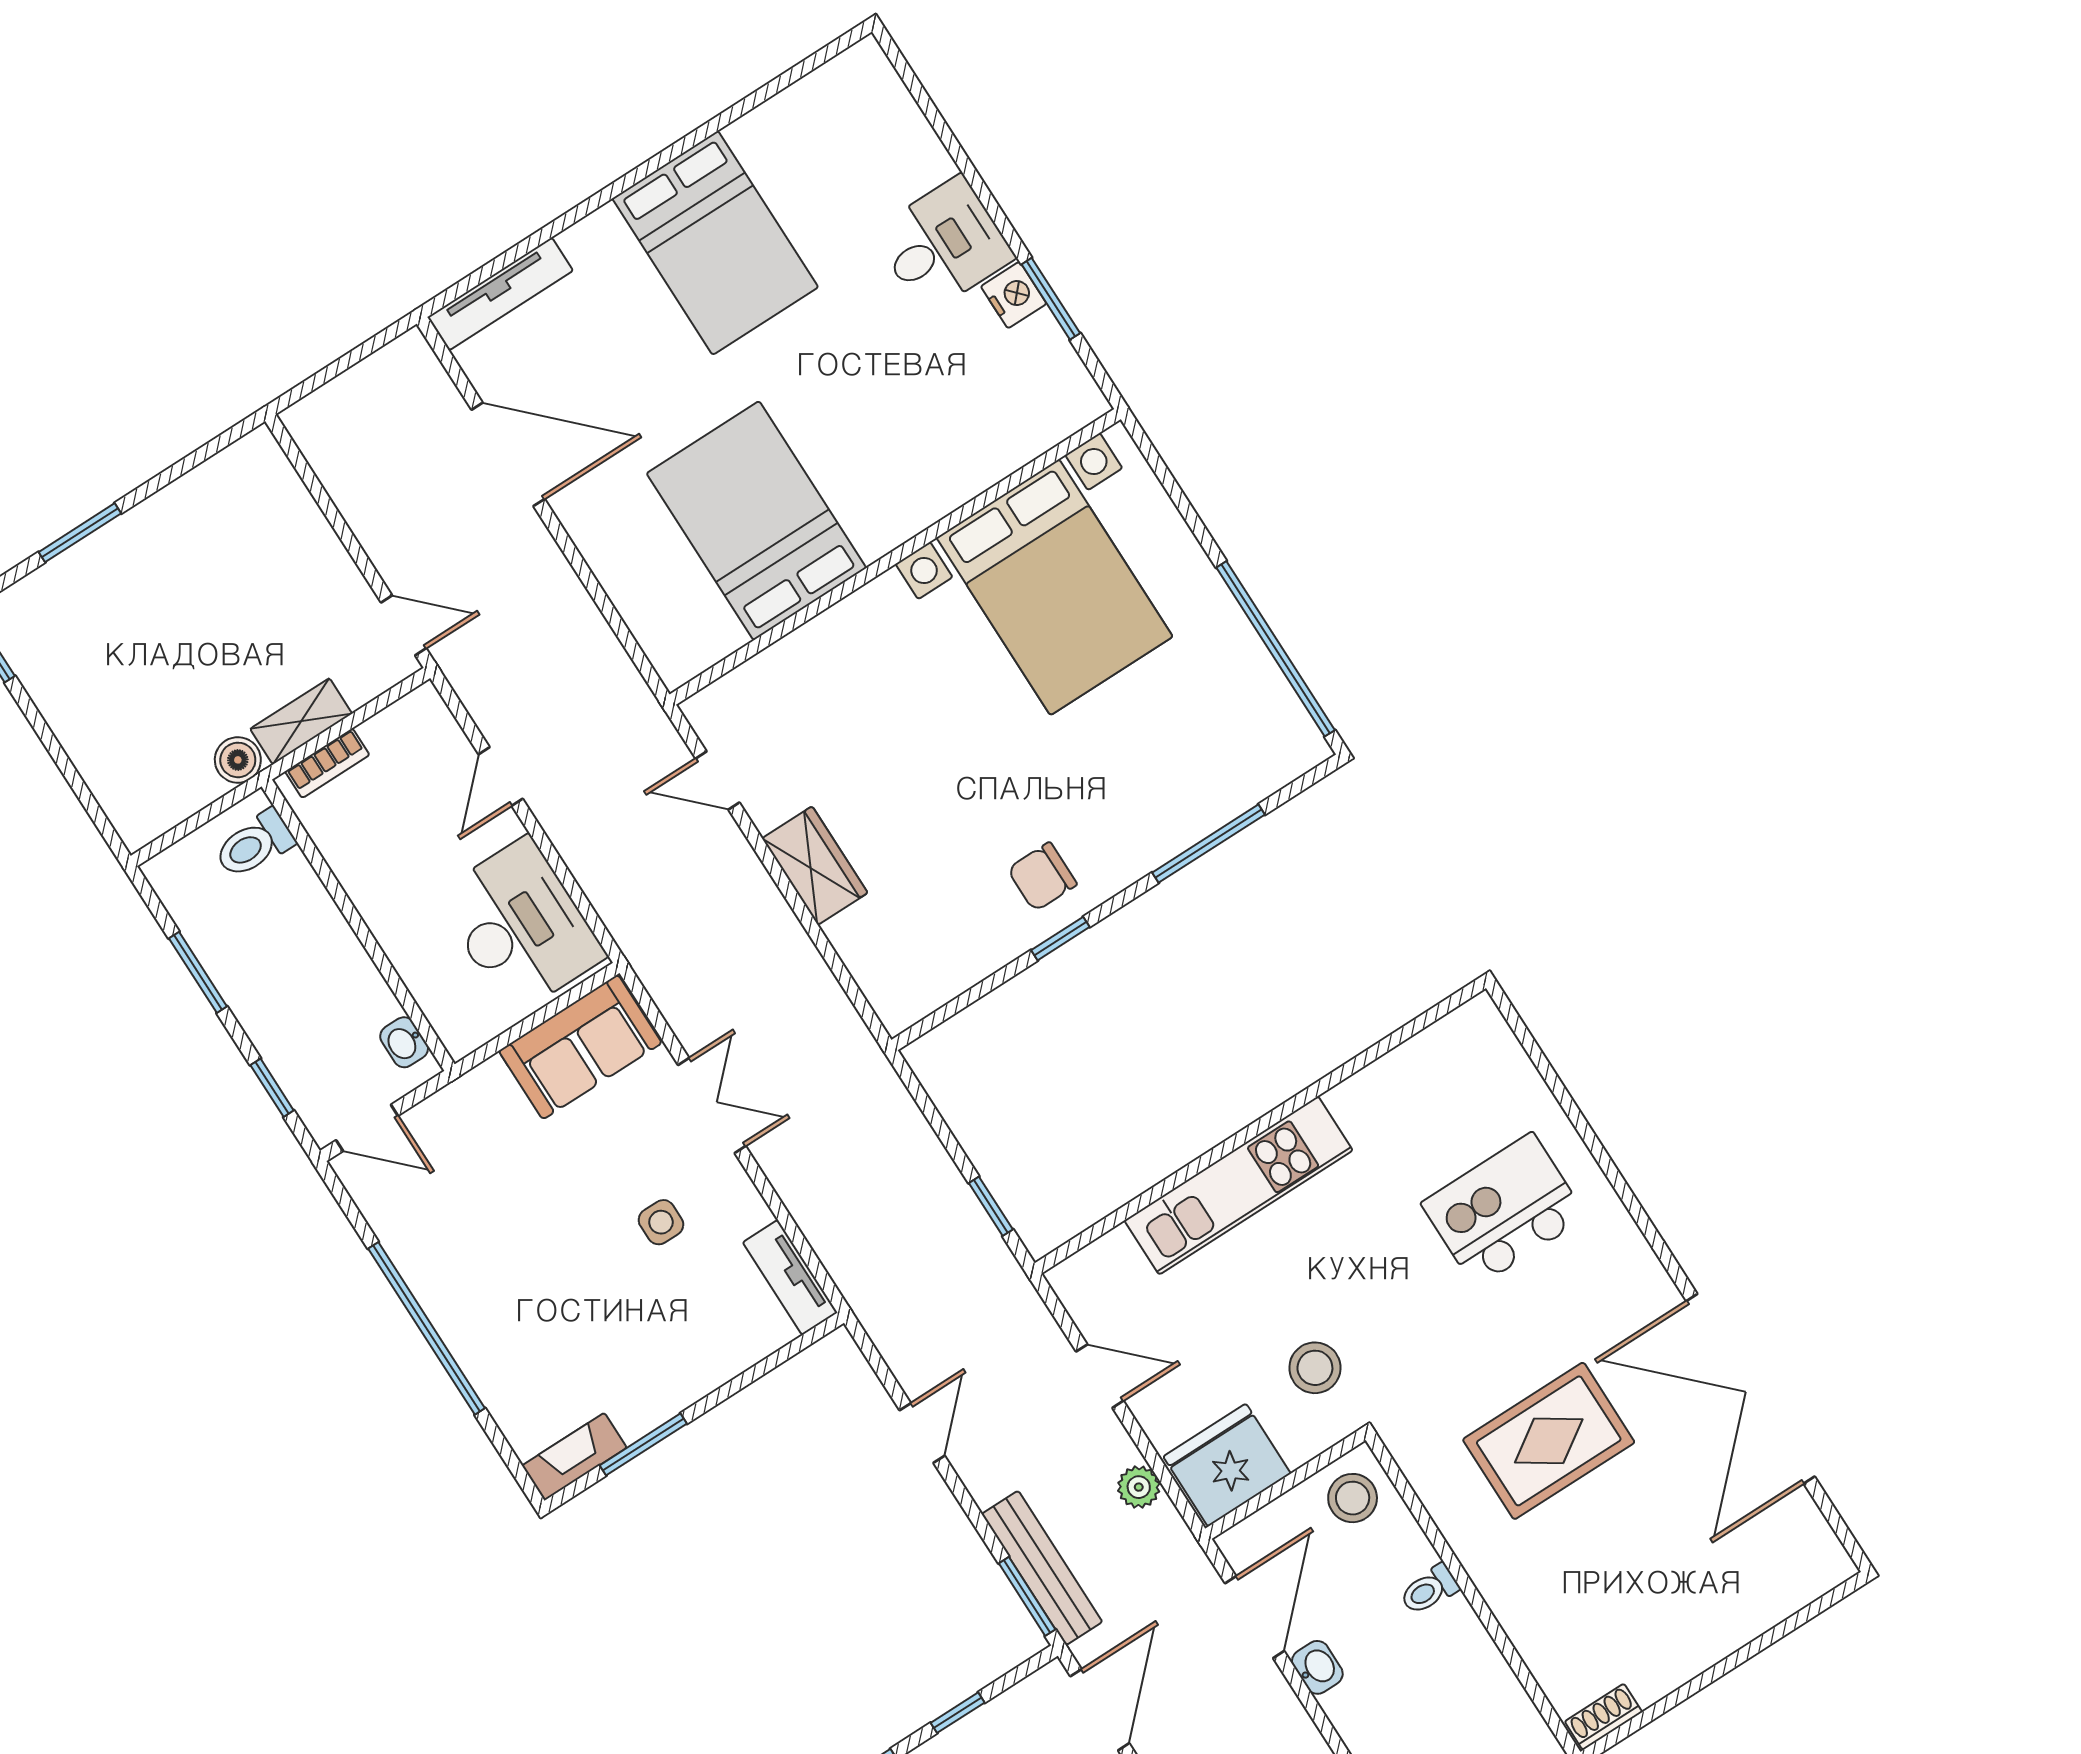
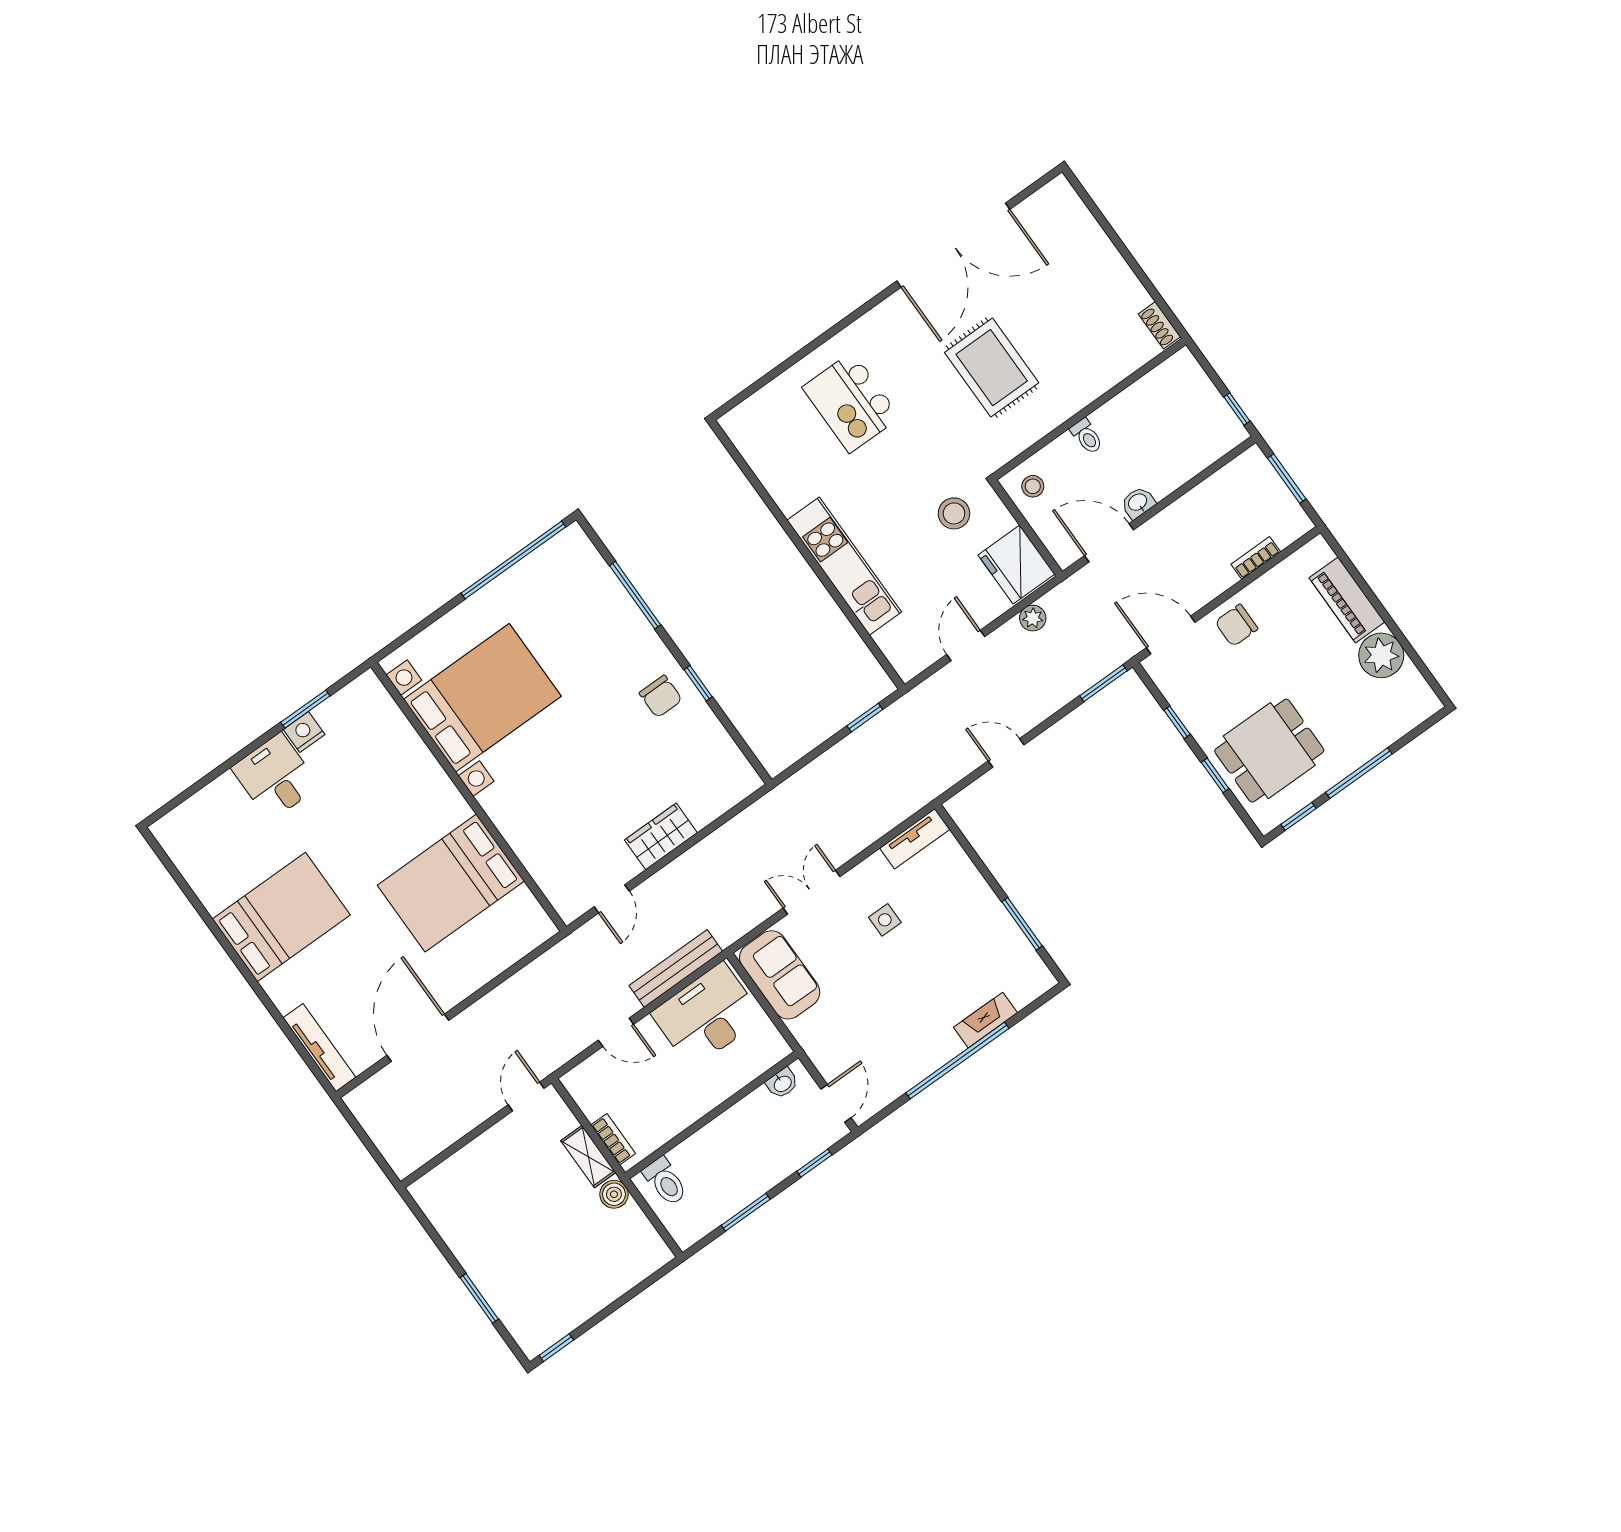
fireplace: (574, 1457) -> (985, 1020), moved, turned 90
stool: (1353, 1498) -> (1033, 486), width x0.73, depth x0.73
bench: (1042, 1568) -> (676, 968), moved

